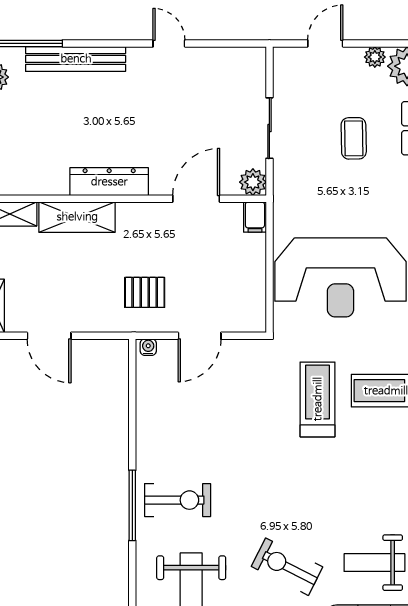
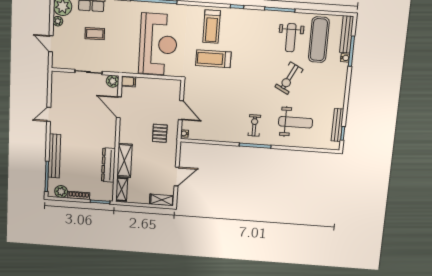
dresser: (109, 182) -> (108, 165), moved
exercise bike: (178, 500) -> (254, 125), width x0.73, depth x0.72

